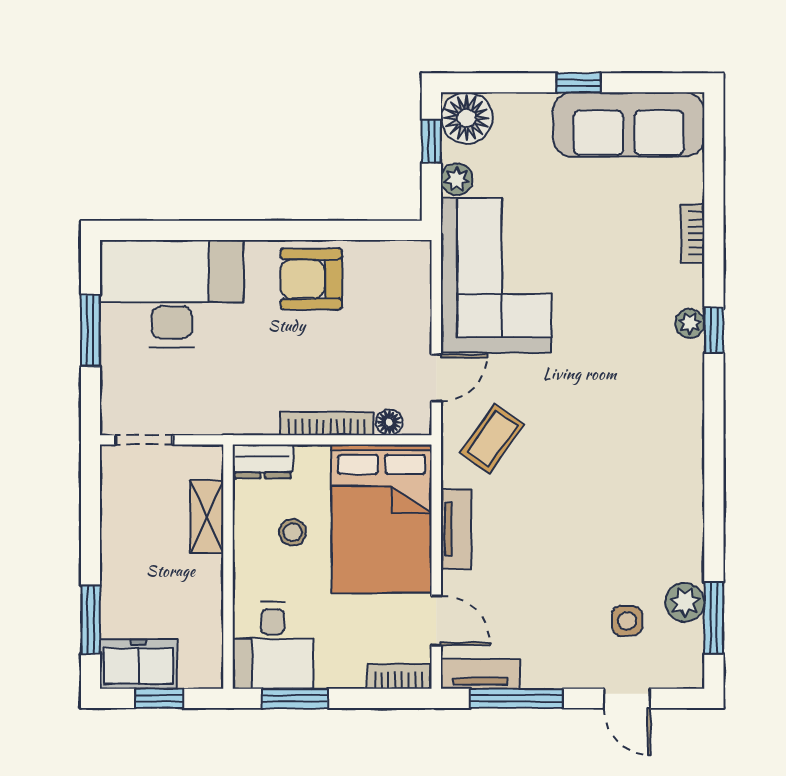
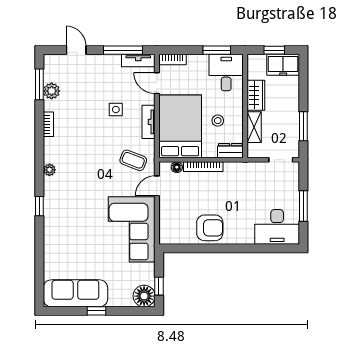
plant: (457, 179) -> (148, 270), removed
bookcase: (693, 233) -> (48, 124), moved
desk: (172, 294) -> (277, 227), width x0.73, depth x0.77
plant: (690, 323) -> (49, 170), moved
coffee table: (492, 438) -> (133, 160), turned 76
wardrobe: (203, 592) -> (256, 95), added
window: (91, 620) -> (303, 126), moved
side table: (627, 621) -> (116, 110), moved

